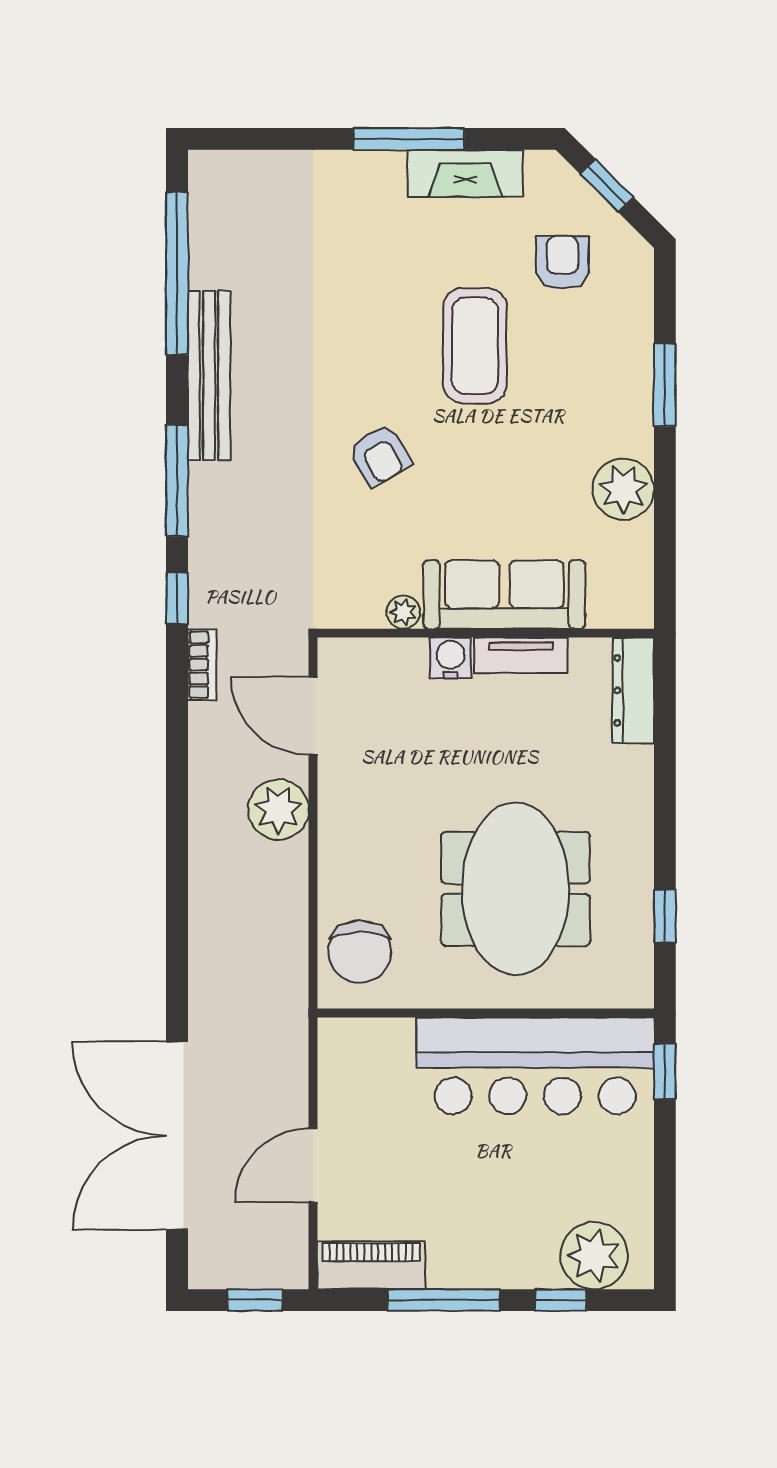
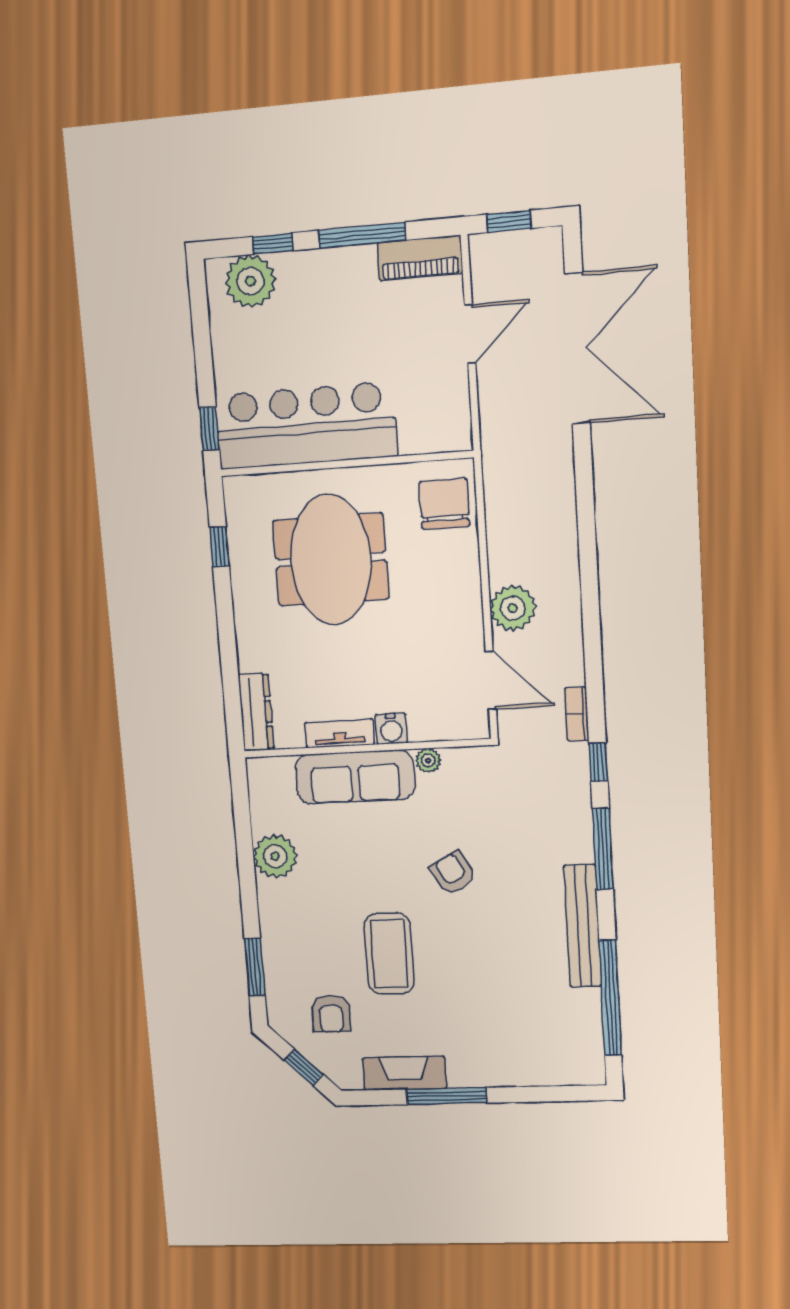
window: (665, 385) -> (255, 967), moved

